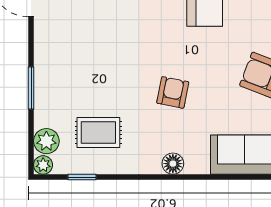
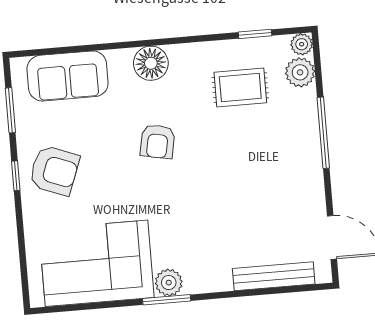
window: (31, 88) -> (323, 133), width x1.44
floor lamp: (173, 164) -> (151, 63), width x1.38, depth x1.38

